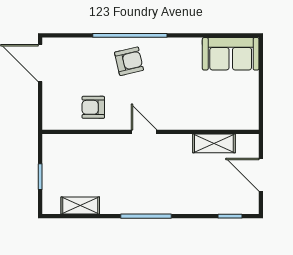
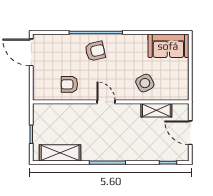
side table: (198, 106) -> (145, 83), added
shelving: (80, 205) -> (60, 153), width x1.50, depth x1.33

